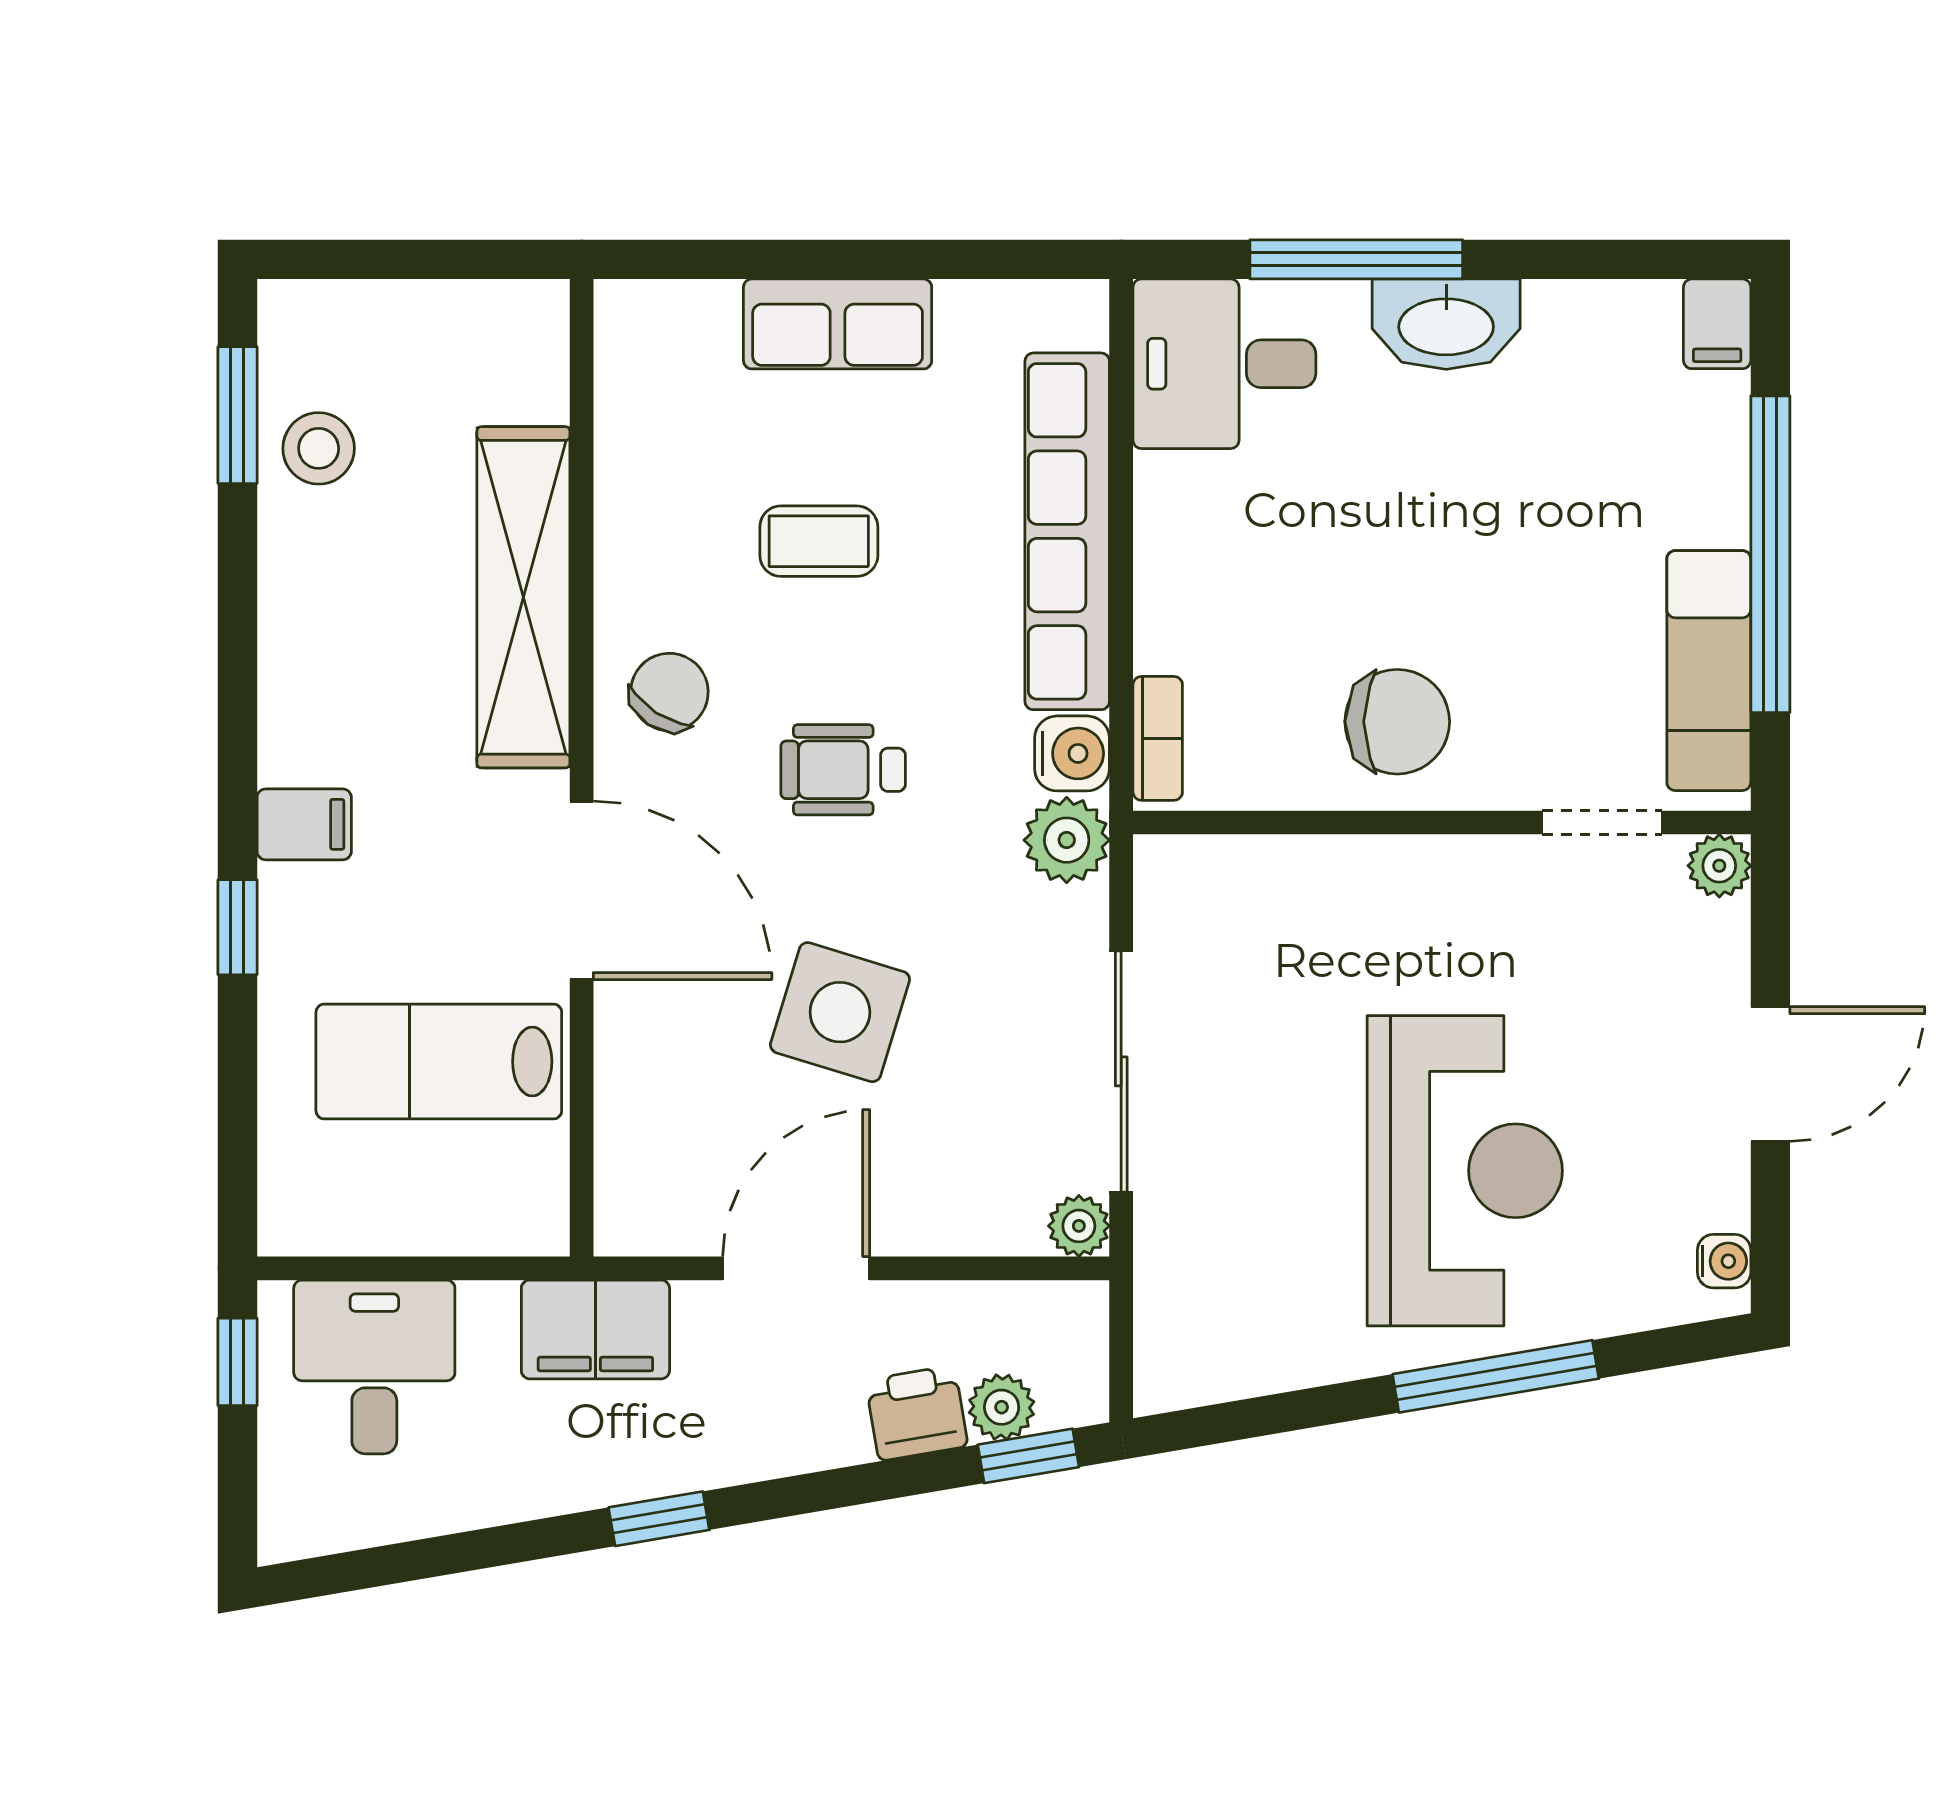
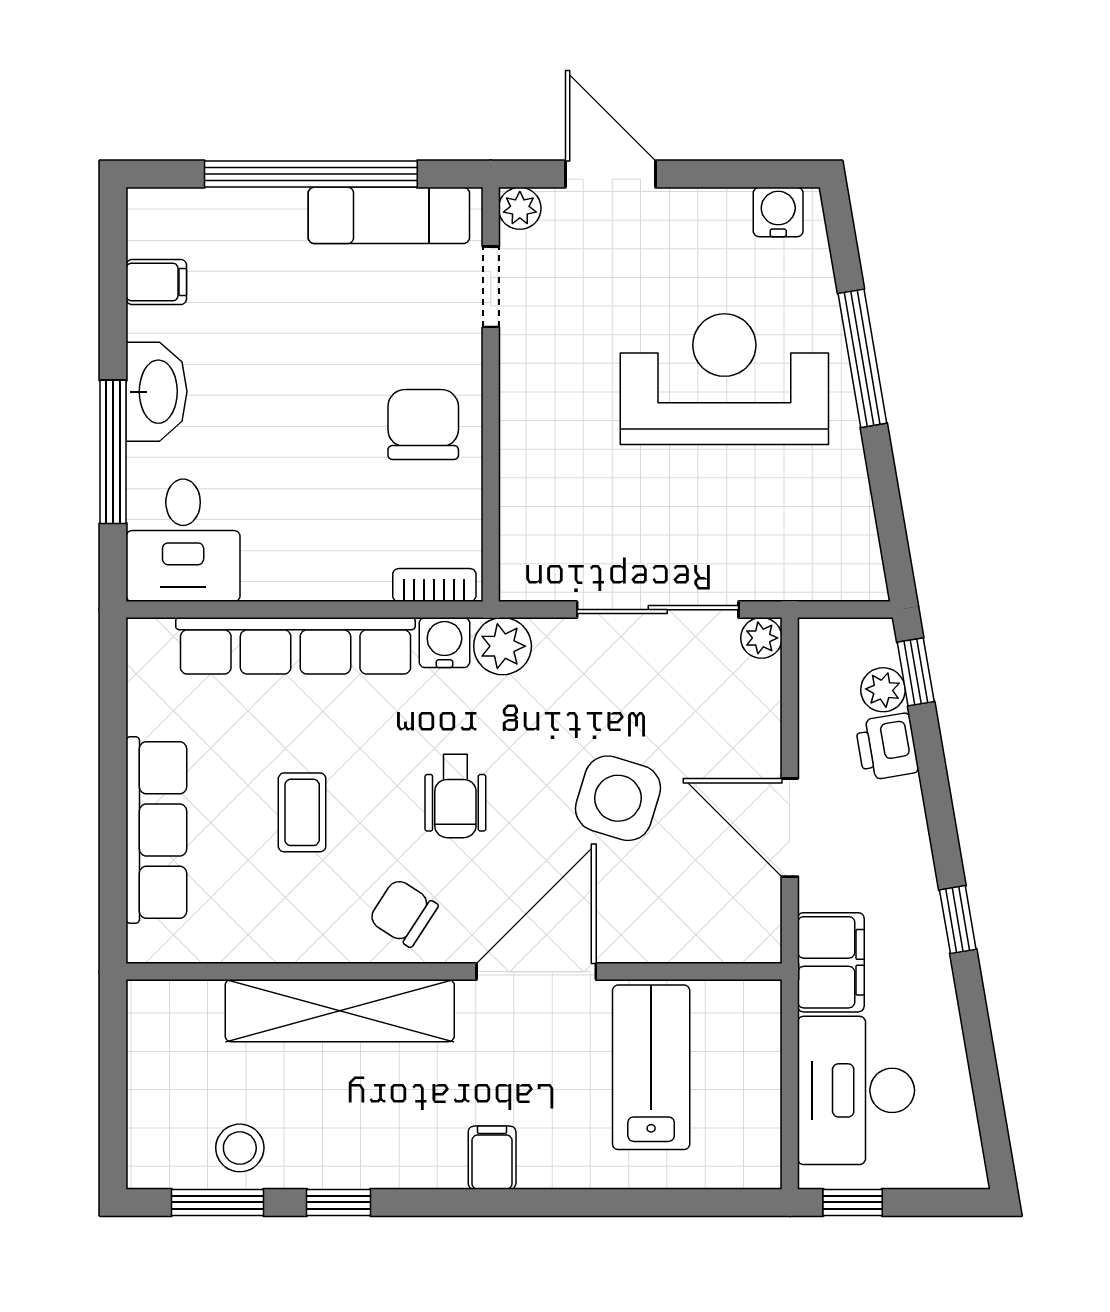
row of seats: (838, 324) -> (156, 830), width x1.48
filing cabinet: (1717, 324) -> (156, 282), moved
window: (237, 927) -> (339, 1202), moved
lab bench: (439, 1061) -> (651, 1067), turned 180
door: (1770, 1074) -> (610, 174), moved
water cooler: (1724, 1261) -> (778, 212), width x1.38, depth x1.38
desk: (374, 1367) -> (856, 1090), width x1.37

